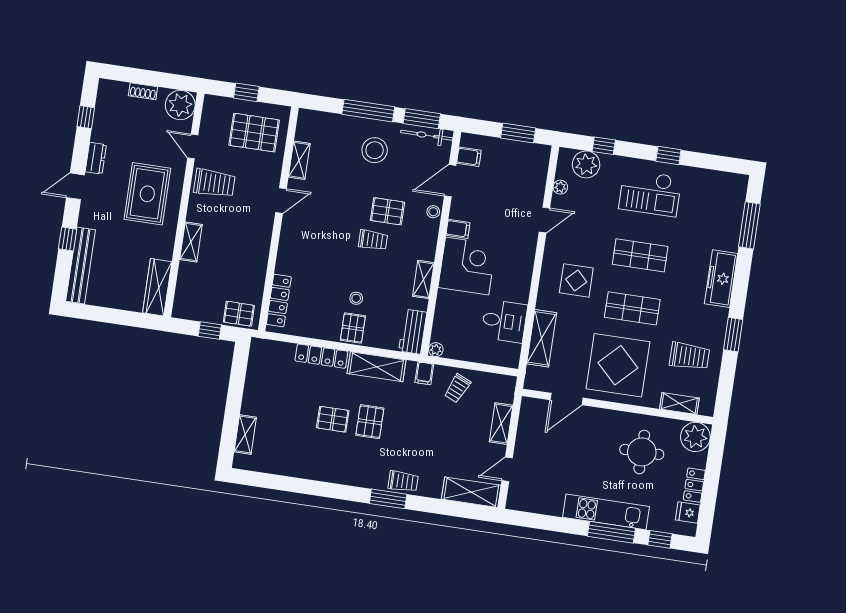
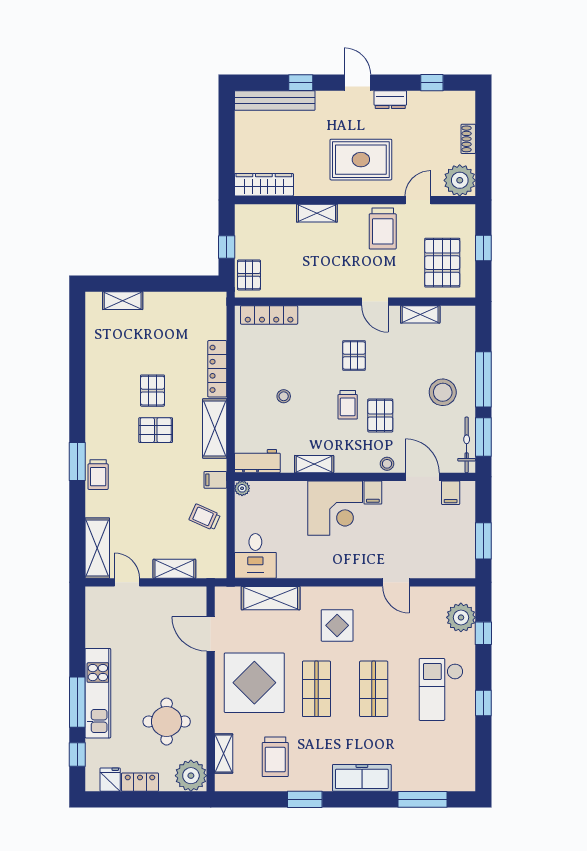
plant: (560, 187) -> (433, 594), removed
desk: (504, 321) -> (255, 556), moved
pallet: (353, 328) -> (354, 355), moved, turned 90

